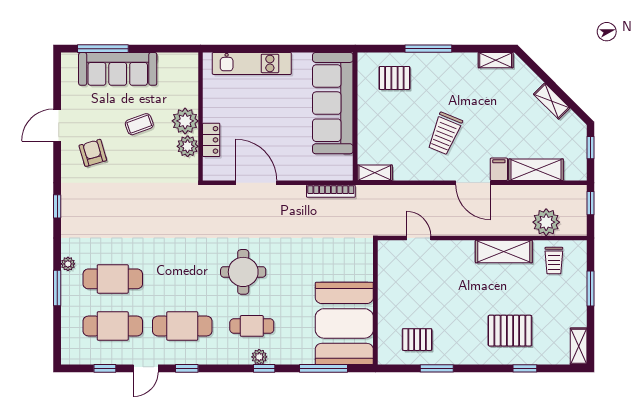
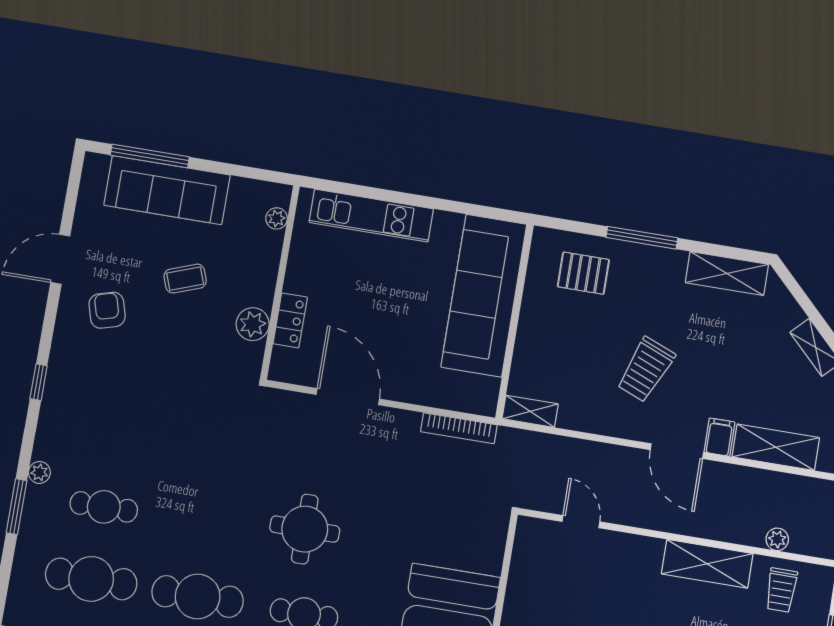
shelving: (496, 60) -> (727, 273), width x1.50, depth x1.33
plant: (185, 121) -> (277, 218), moved, width x0.53, depth x0.53
plant: (546, 222) -> (777, 539), width x0.53, depth x0.53
cafe table: (113, 279) -> (104, 507), width x0.73, depth x0.74

